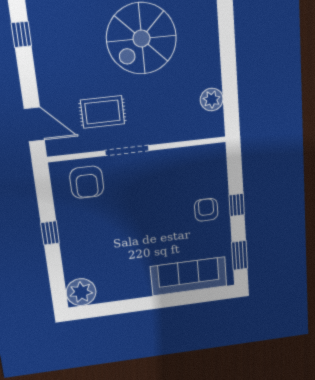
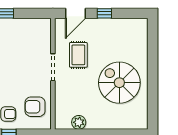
window: (21, 34) -> (104, 13), moved
armchair: (87, 182) -> (35, 107), moved

